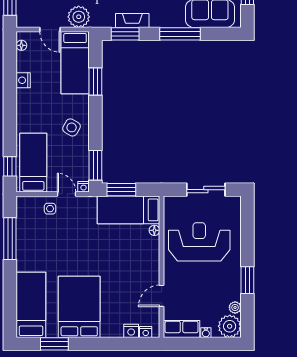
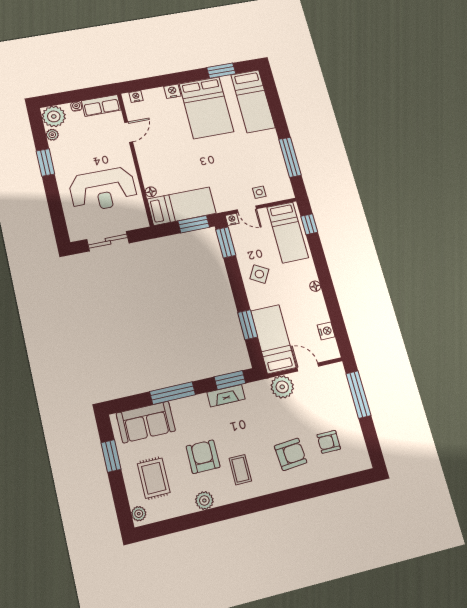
floor lamp: (21, 45) -> (315, 286), moved
nightstand: (23, 80) -> (326, 331), moved
nightstand: (131, 331) -> (172, 91), moved

